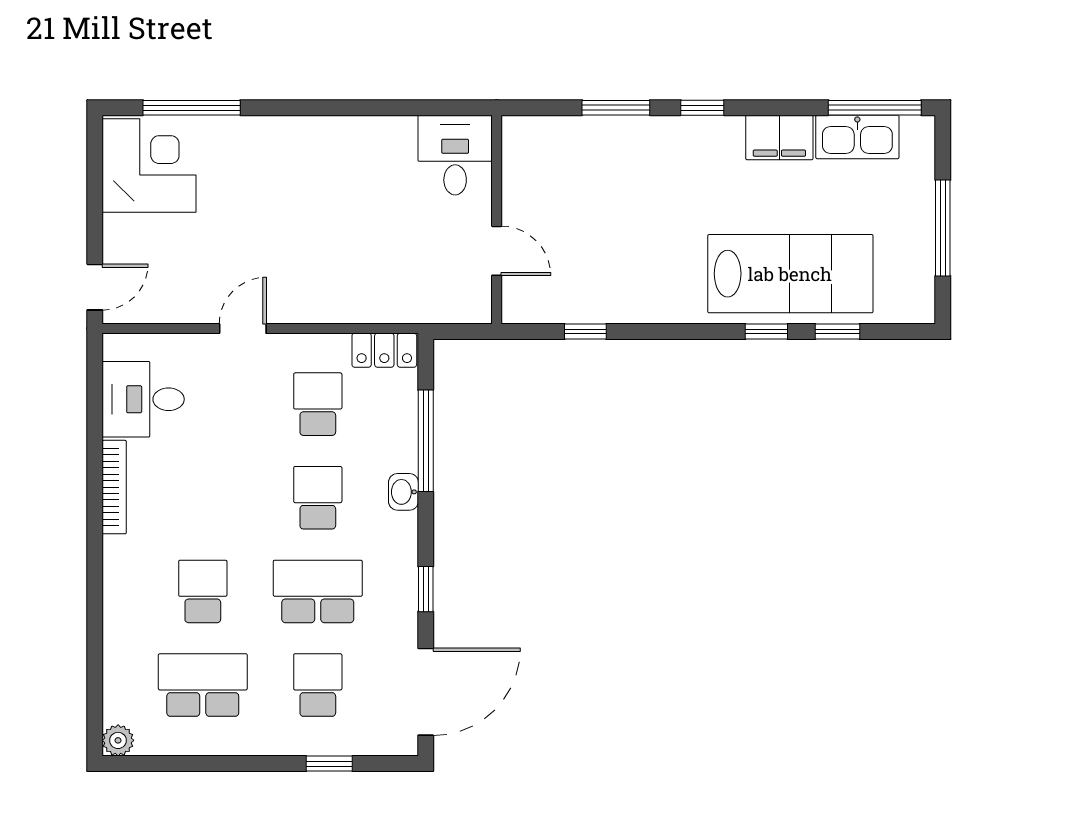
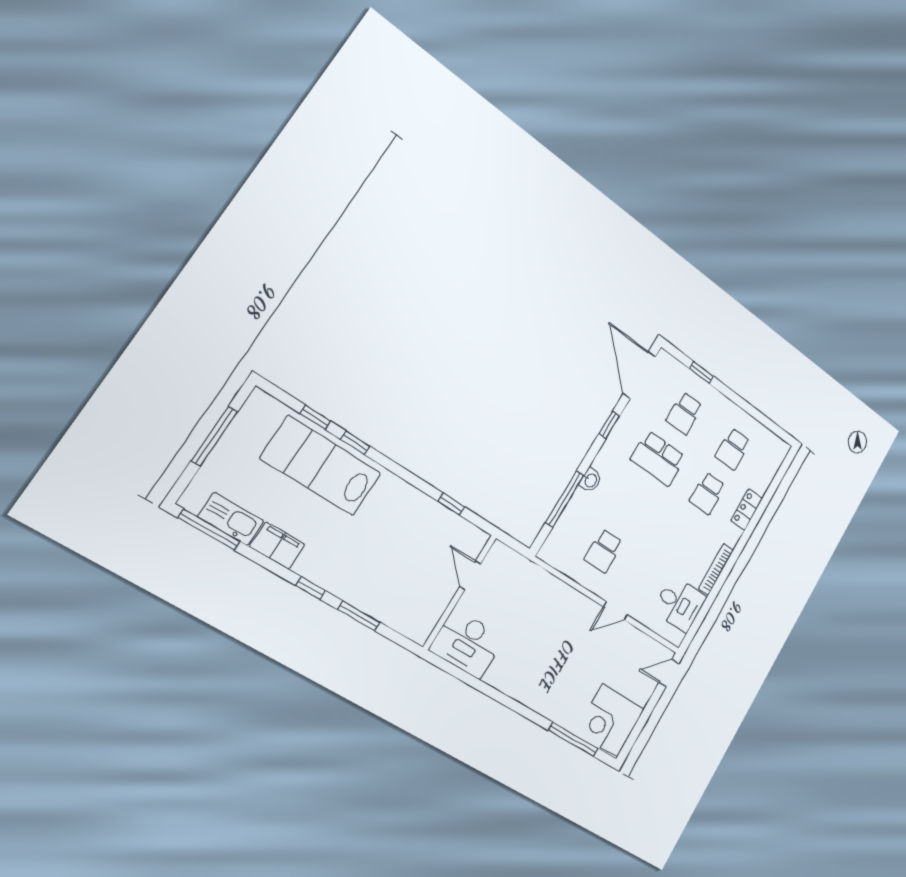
desk: (455, 155) -> (467, 643), width x1.37
locker: (384, 350) -> (747, 509), moved, turned -90
school desk: (318, 498) -> (631, 504), removed
school desk: (203, 685) -> (733, 449), width x0.54
door: (426, 692) -> (639, 375), hinge flipped
plant: (118, 740) -> (782, 449), removed

